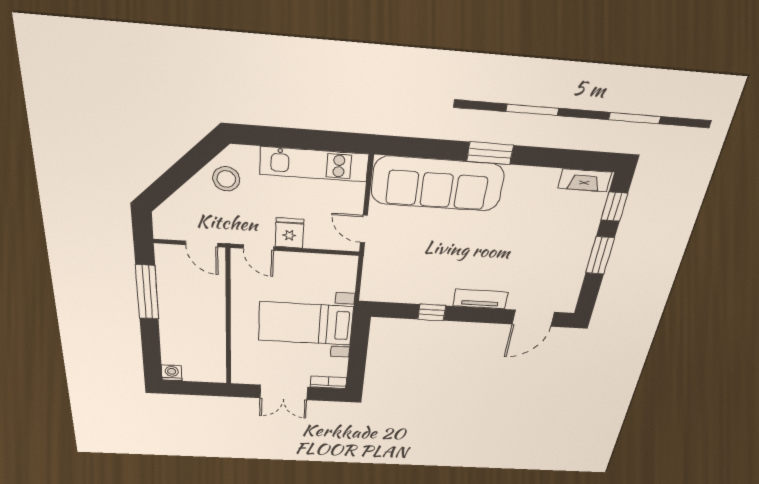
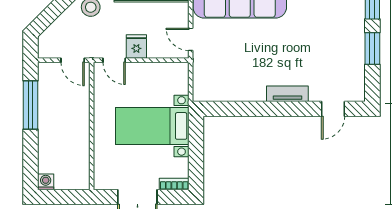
window: (432, 312) -> (251, 109), removed
door: (533, 318) -> (333, 109), width x0.73

